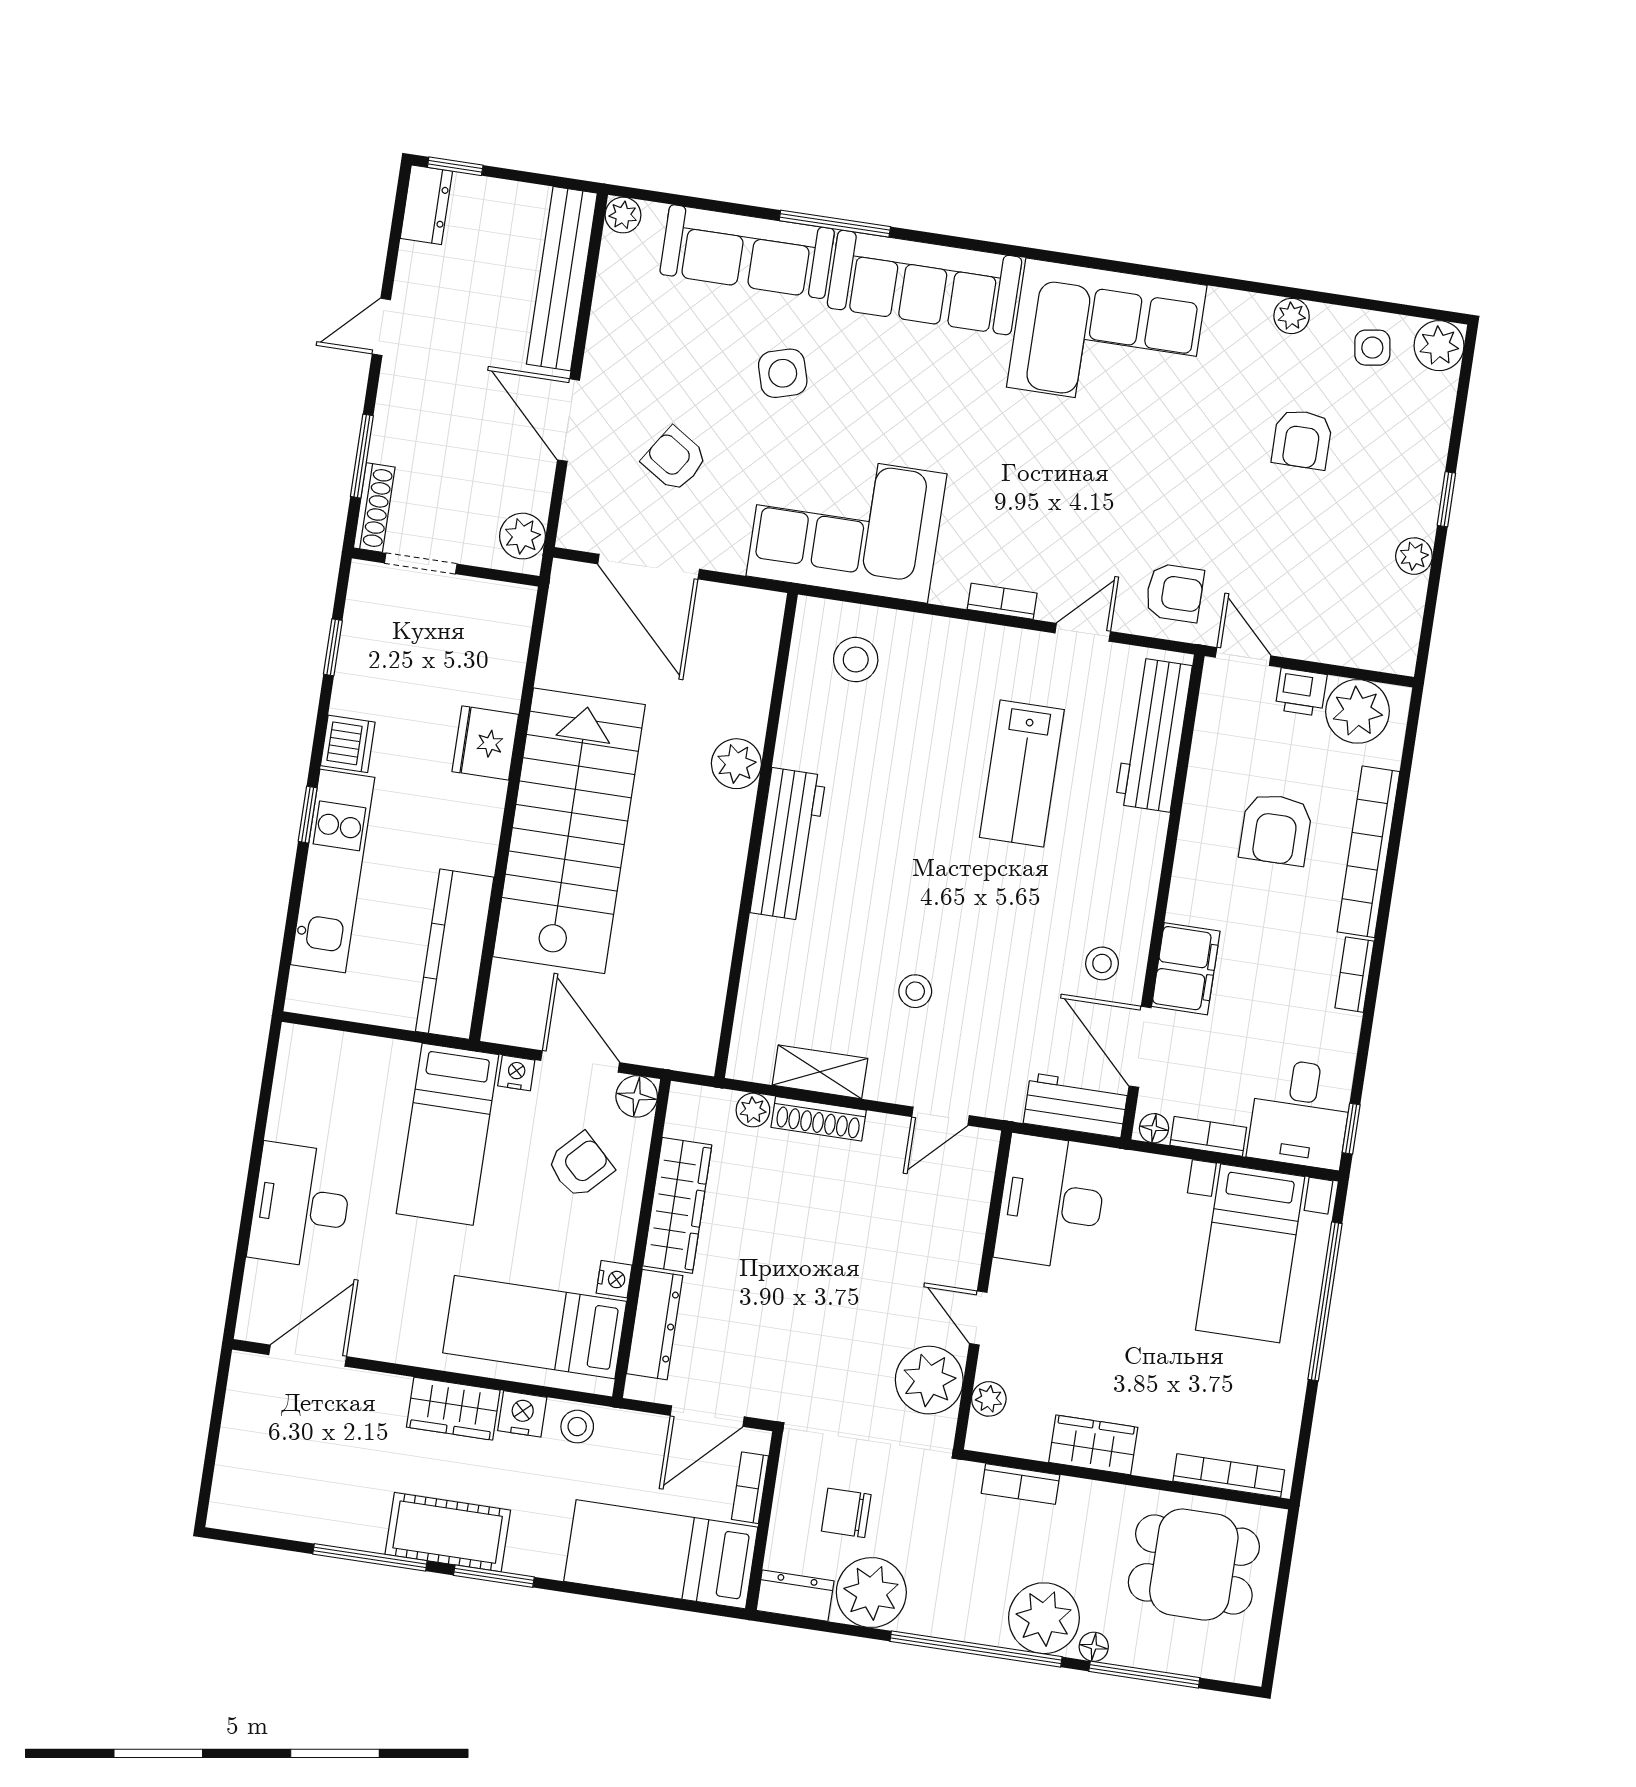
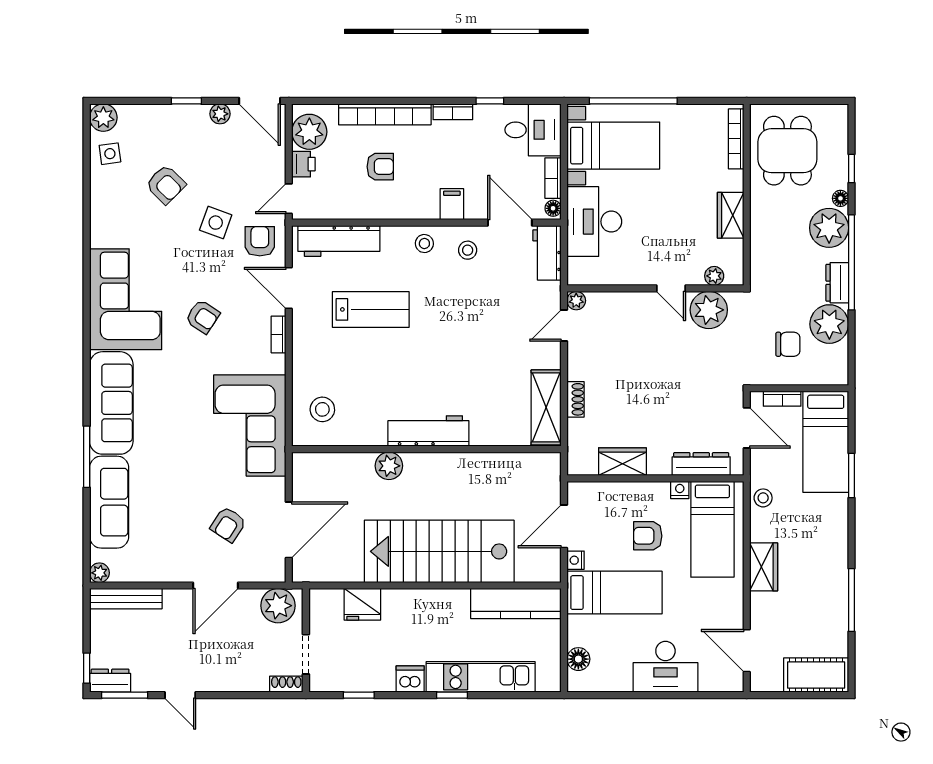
bench: (562, 279) -> (126, 599), width x0.73, depth x0.82
plant: (1292, 316) -> (99, 200), removed
side table: (783, 373) -> (216, 223), moved, turned 36
armchair: (1302, 439) -> (166, 184), turned 45
window: (362, 456) -> (125, 695), moved
armchair: (1055, 470) -> (203, 317), added
shoe rack: (374, 507) -> (286, 684), width x0.70
plant: (522, 536) -> (278, 606), width x1.36, depth x1.36
door: (1427, 631) -> (260, 101), added
door: (1083, 632) -> (289, 288), width x1.38
fridge: (485, 743) -> (362, 604), moved
armchair: (1276, 829) -> (380, 167), width x0.72, depth x0.72
filing cabinet: (1186, 969) -> (452, 204), width x0.50
stool: (915, 991) -> (424, 244), moved
door: (1140, 1047) -> (510, 223), swing flipped
shelving: (820, 1072) -> (546, 407), width x1.50, depth x1.33
floor lamp: (637, 1096) -> (578, 659), moved
plant: (753, 1110) -> (576, 301), moved
door: (940, 1116) -> (564, 326), swing flipped
shoe rack: (819, 1119) -> (576, 399), width x0.70
window: (1351, 1129) -> (490, 101), moved
armchair: (580, 1165) -> (648, 536), moved, turned -44
desk: (1051, 1202) -> (594, 222), moved, turned 90
wardrobe: (677, 1205) -> (622, 462), width x0.67
door: (978, 1318) -> (671, 288), hinge flipped
nightstand: (522, 1414) -> (761, 529), removed
bookcase: (1020, 1484) -> (758, 252), removed
chair: (846, 1513) -> (788, 344), turned -90
cot: (448, 1532) -> (816, 675), moved, turned 90
window: (494, 1576) -> (851, 475), moved
dresser: (795, 1596) -> (837, 283), moved
window: (1144, 1675) -> (851, 169), width x0.46

